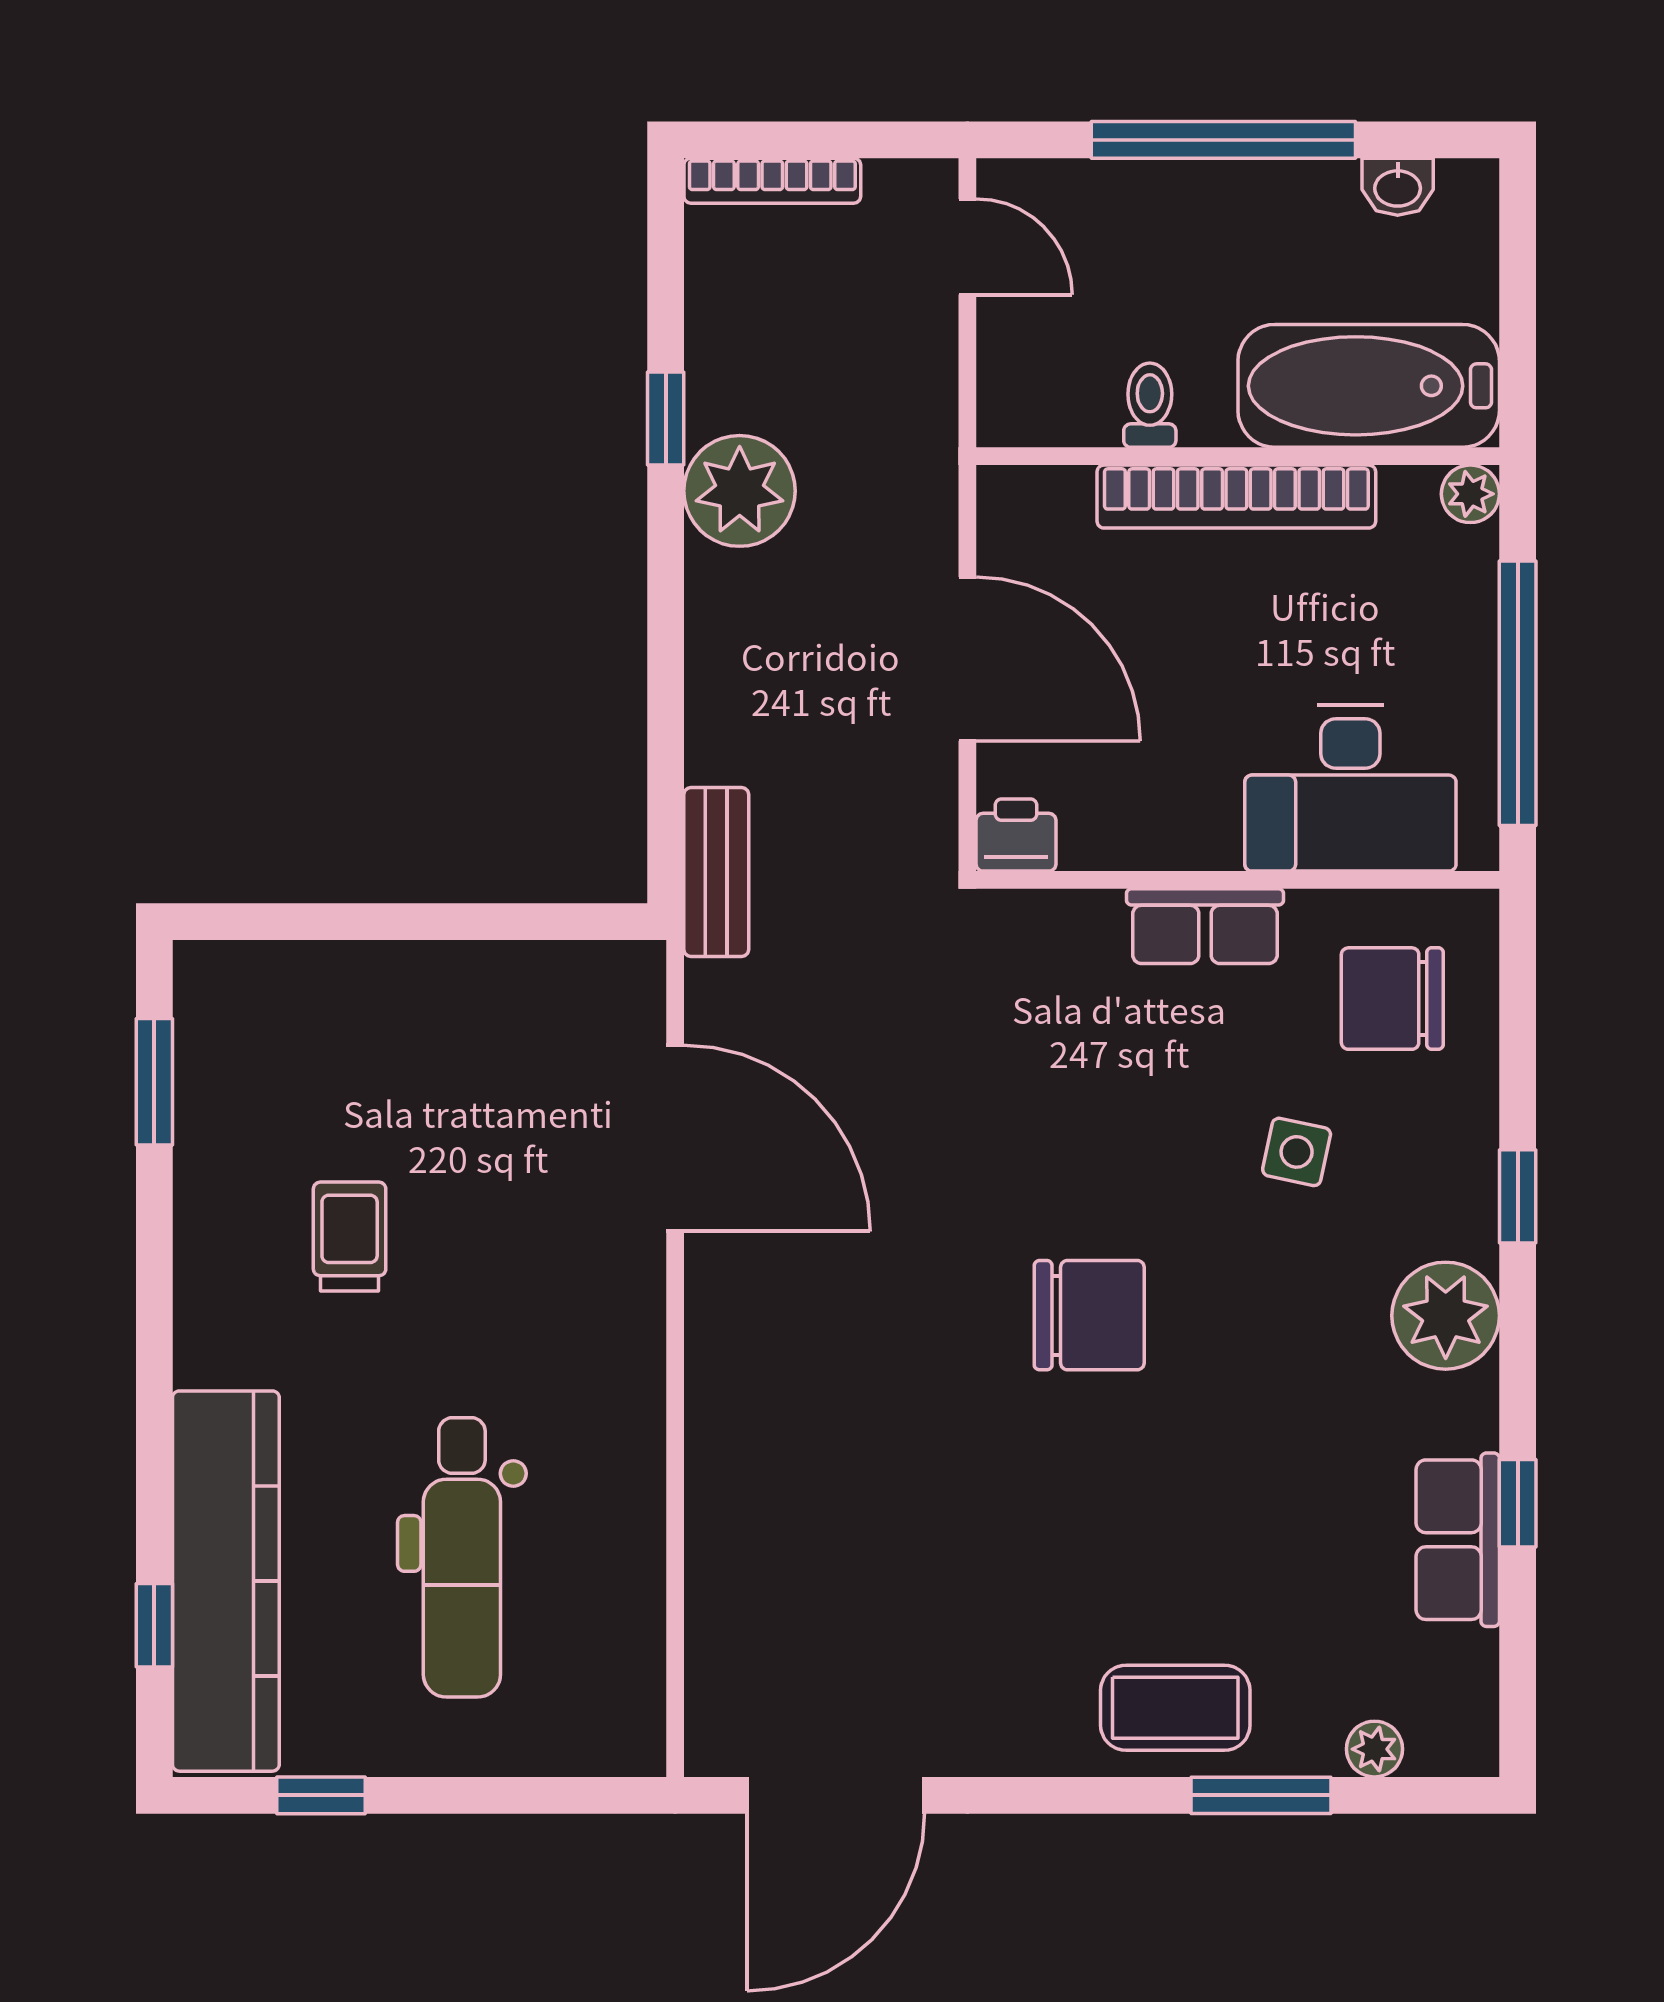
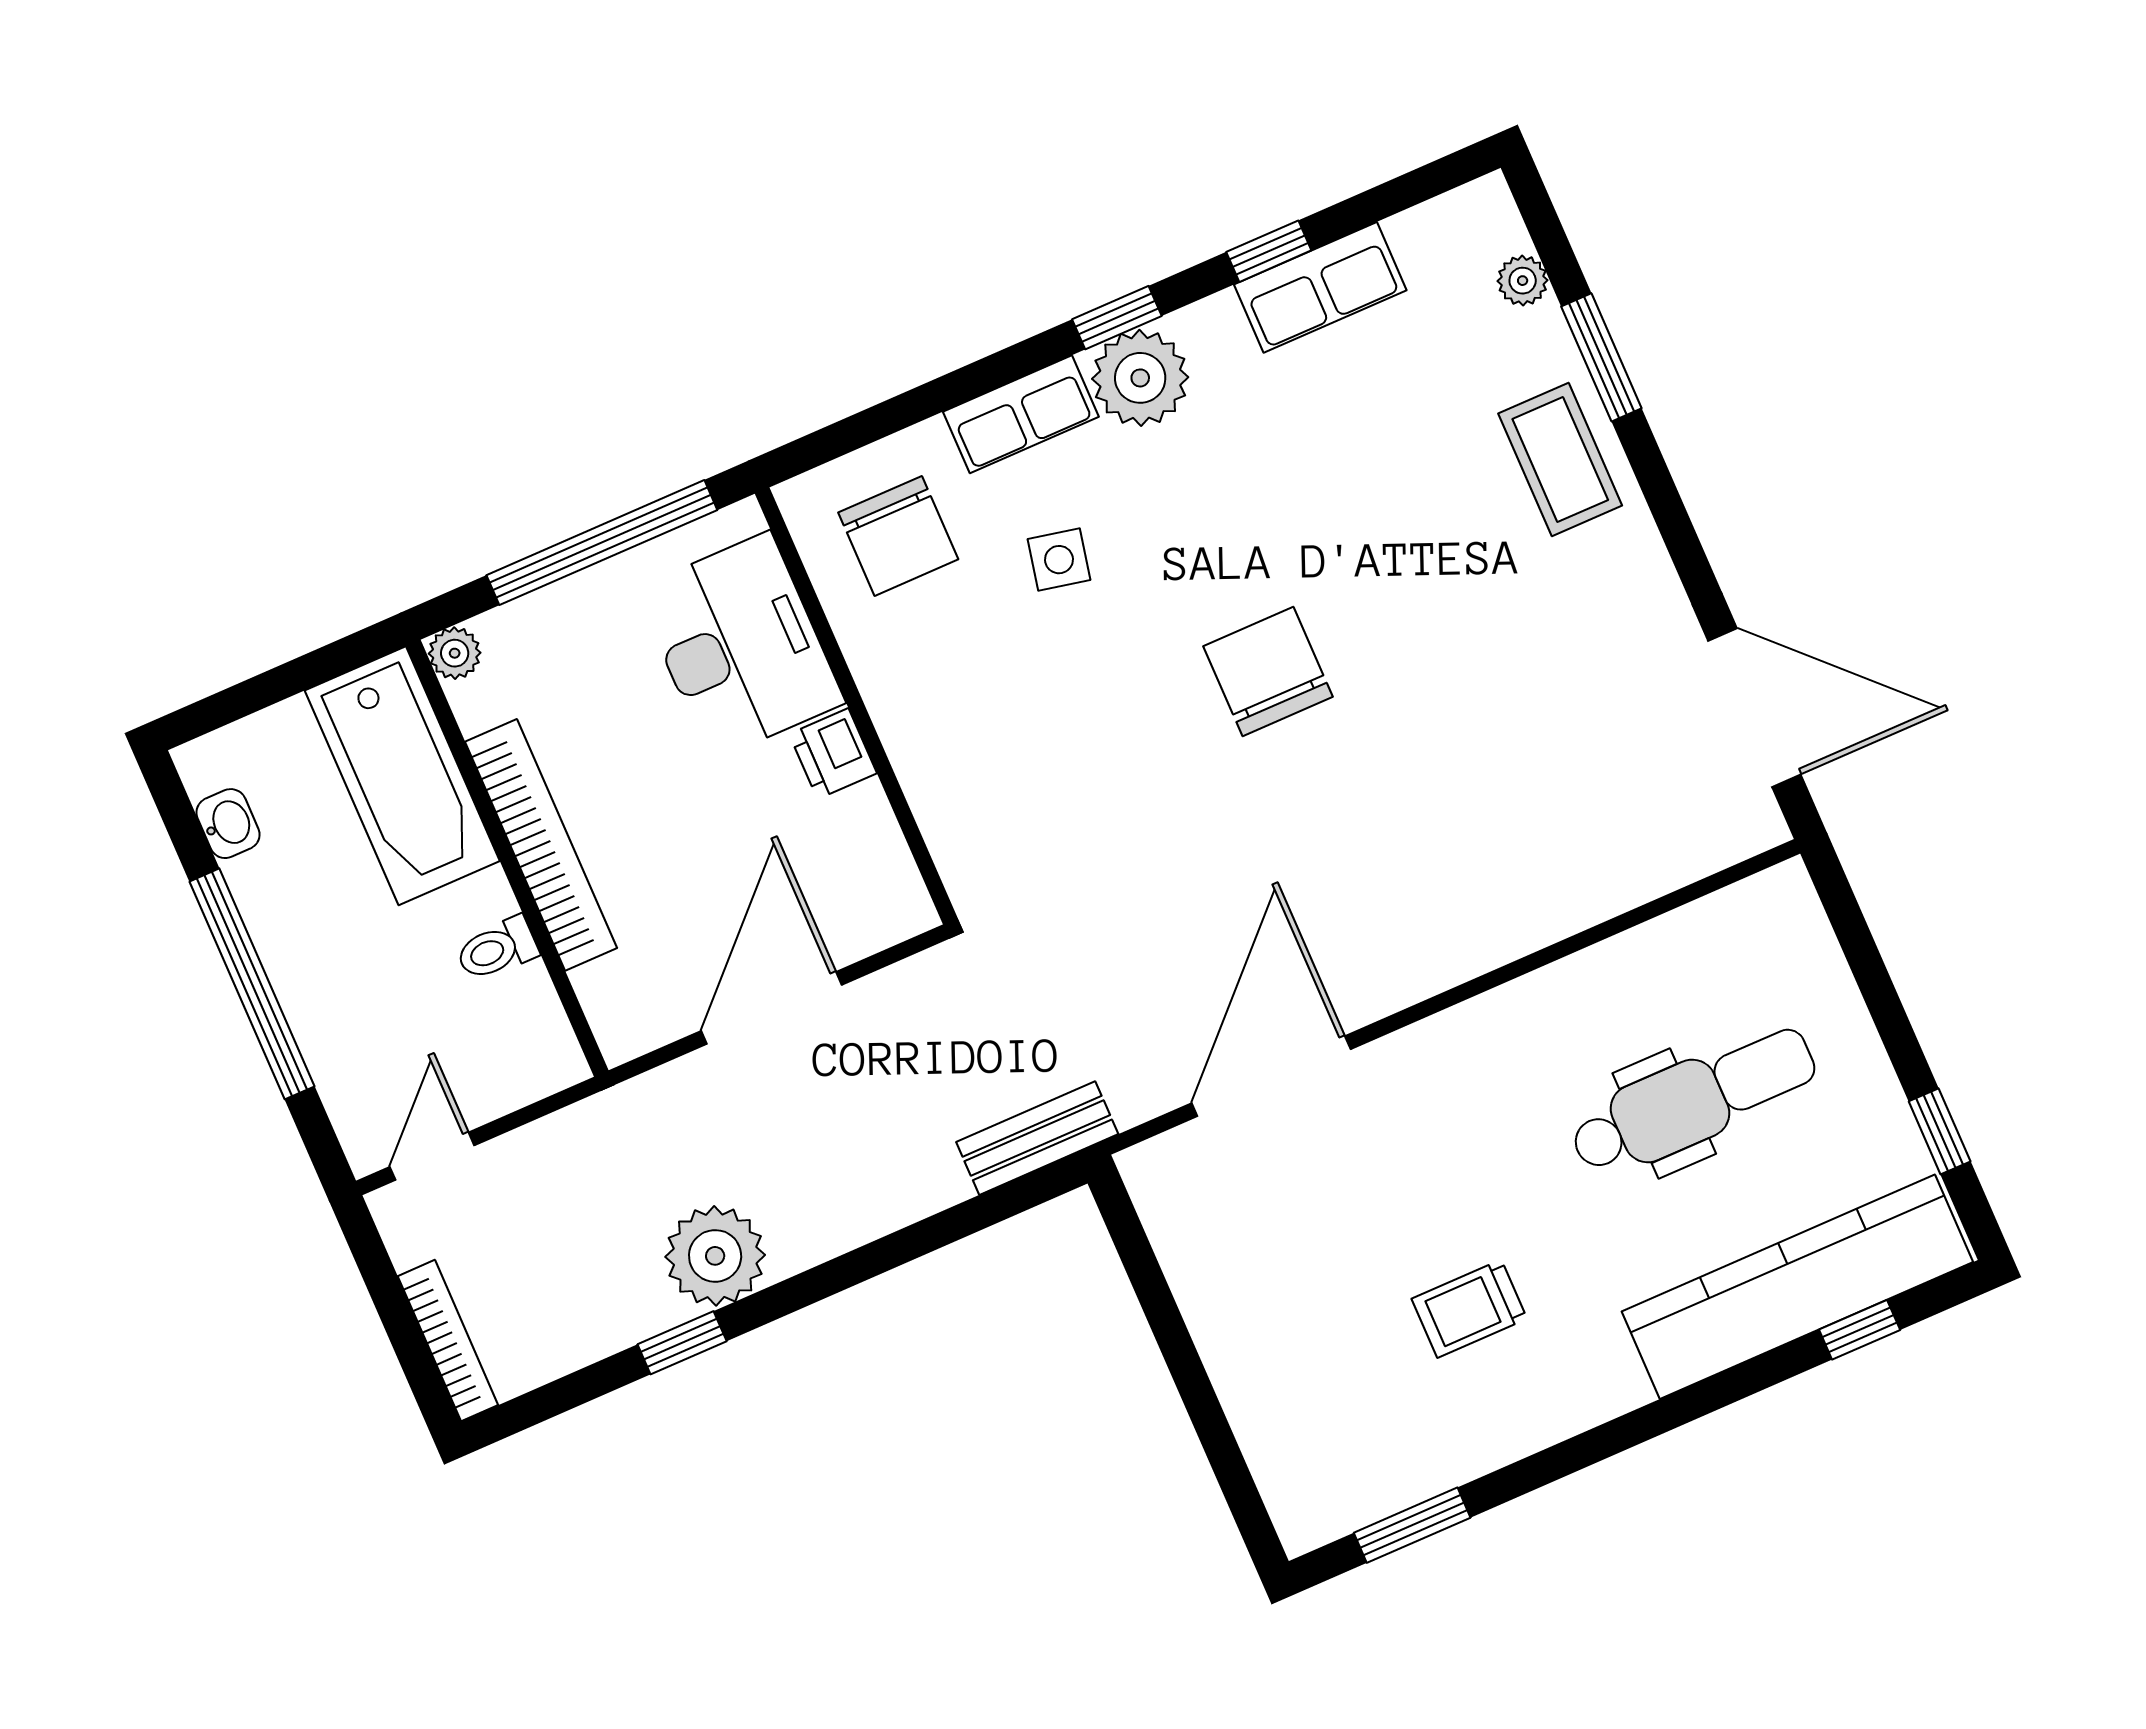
printer: (1016, 835) -> (833, 754), moved
row of seats: (1205, 926) -> (1021, 414), moved, turned 90
window: (1518, 1196) -> (1117, 318), moved

